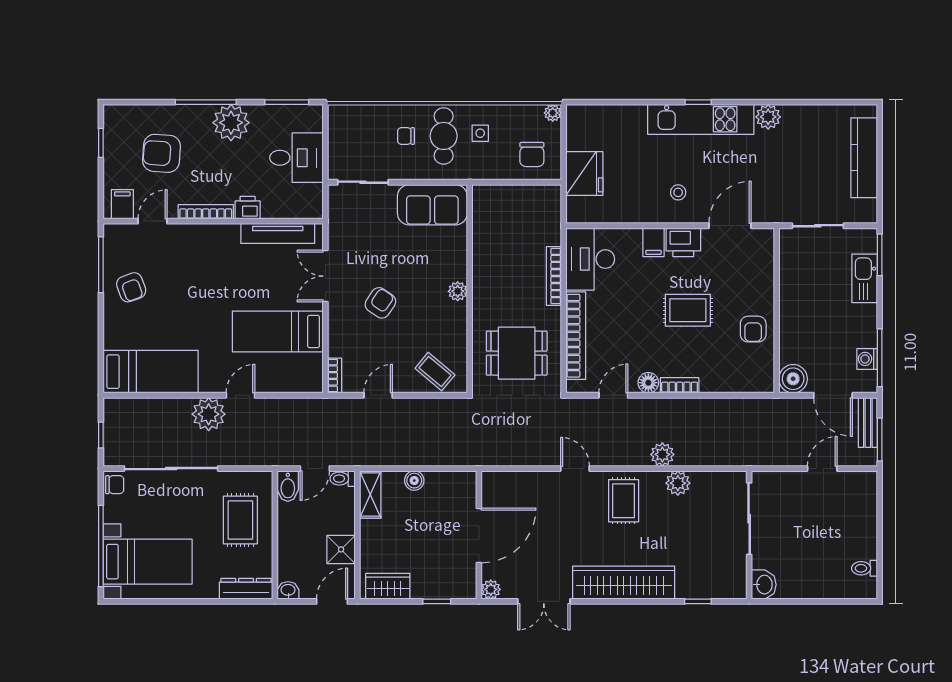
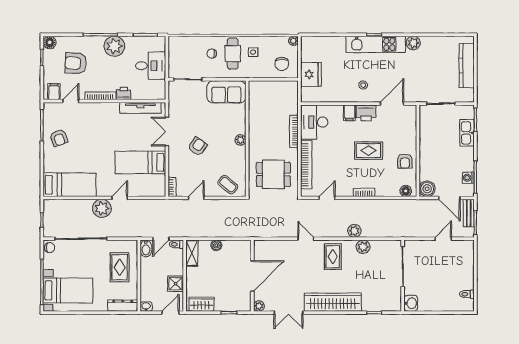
floor lamp: (115, 116) -> (50, 42), added
floor lamp: (648, 383) -> (406, 191), moved

